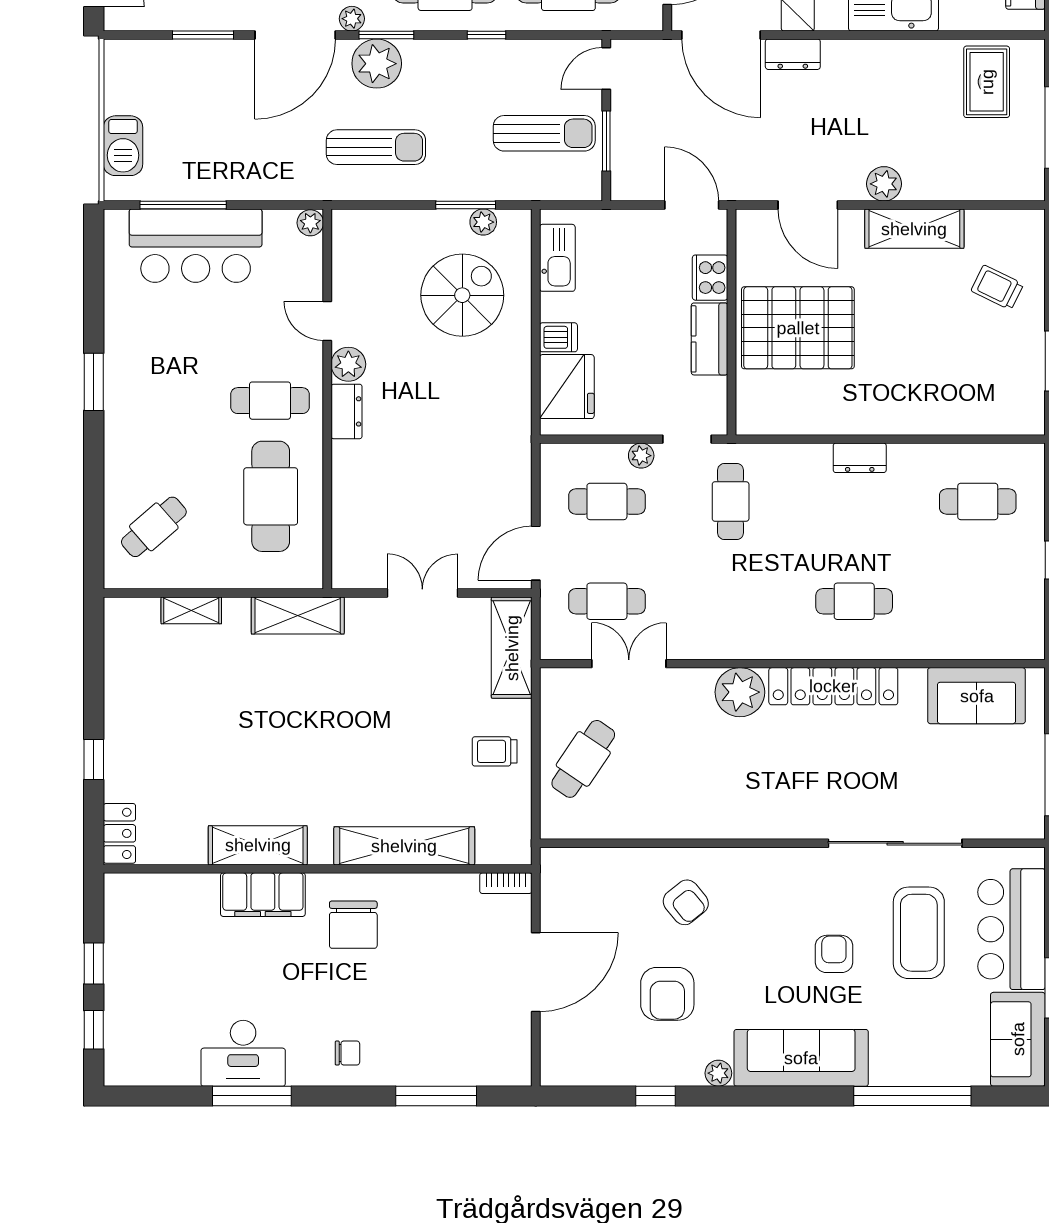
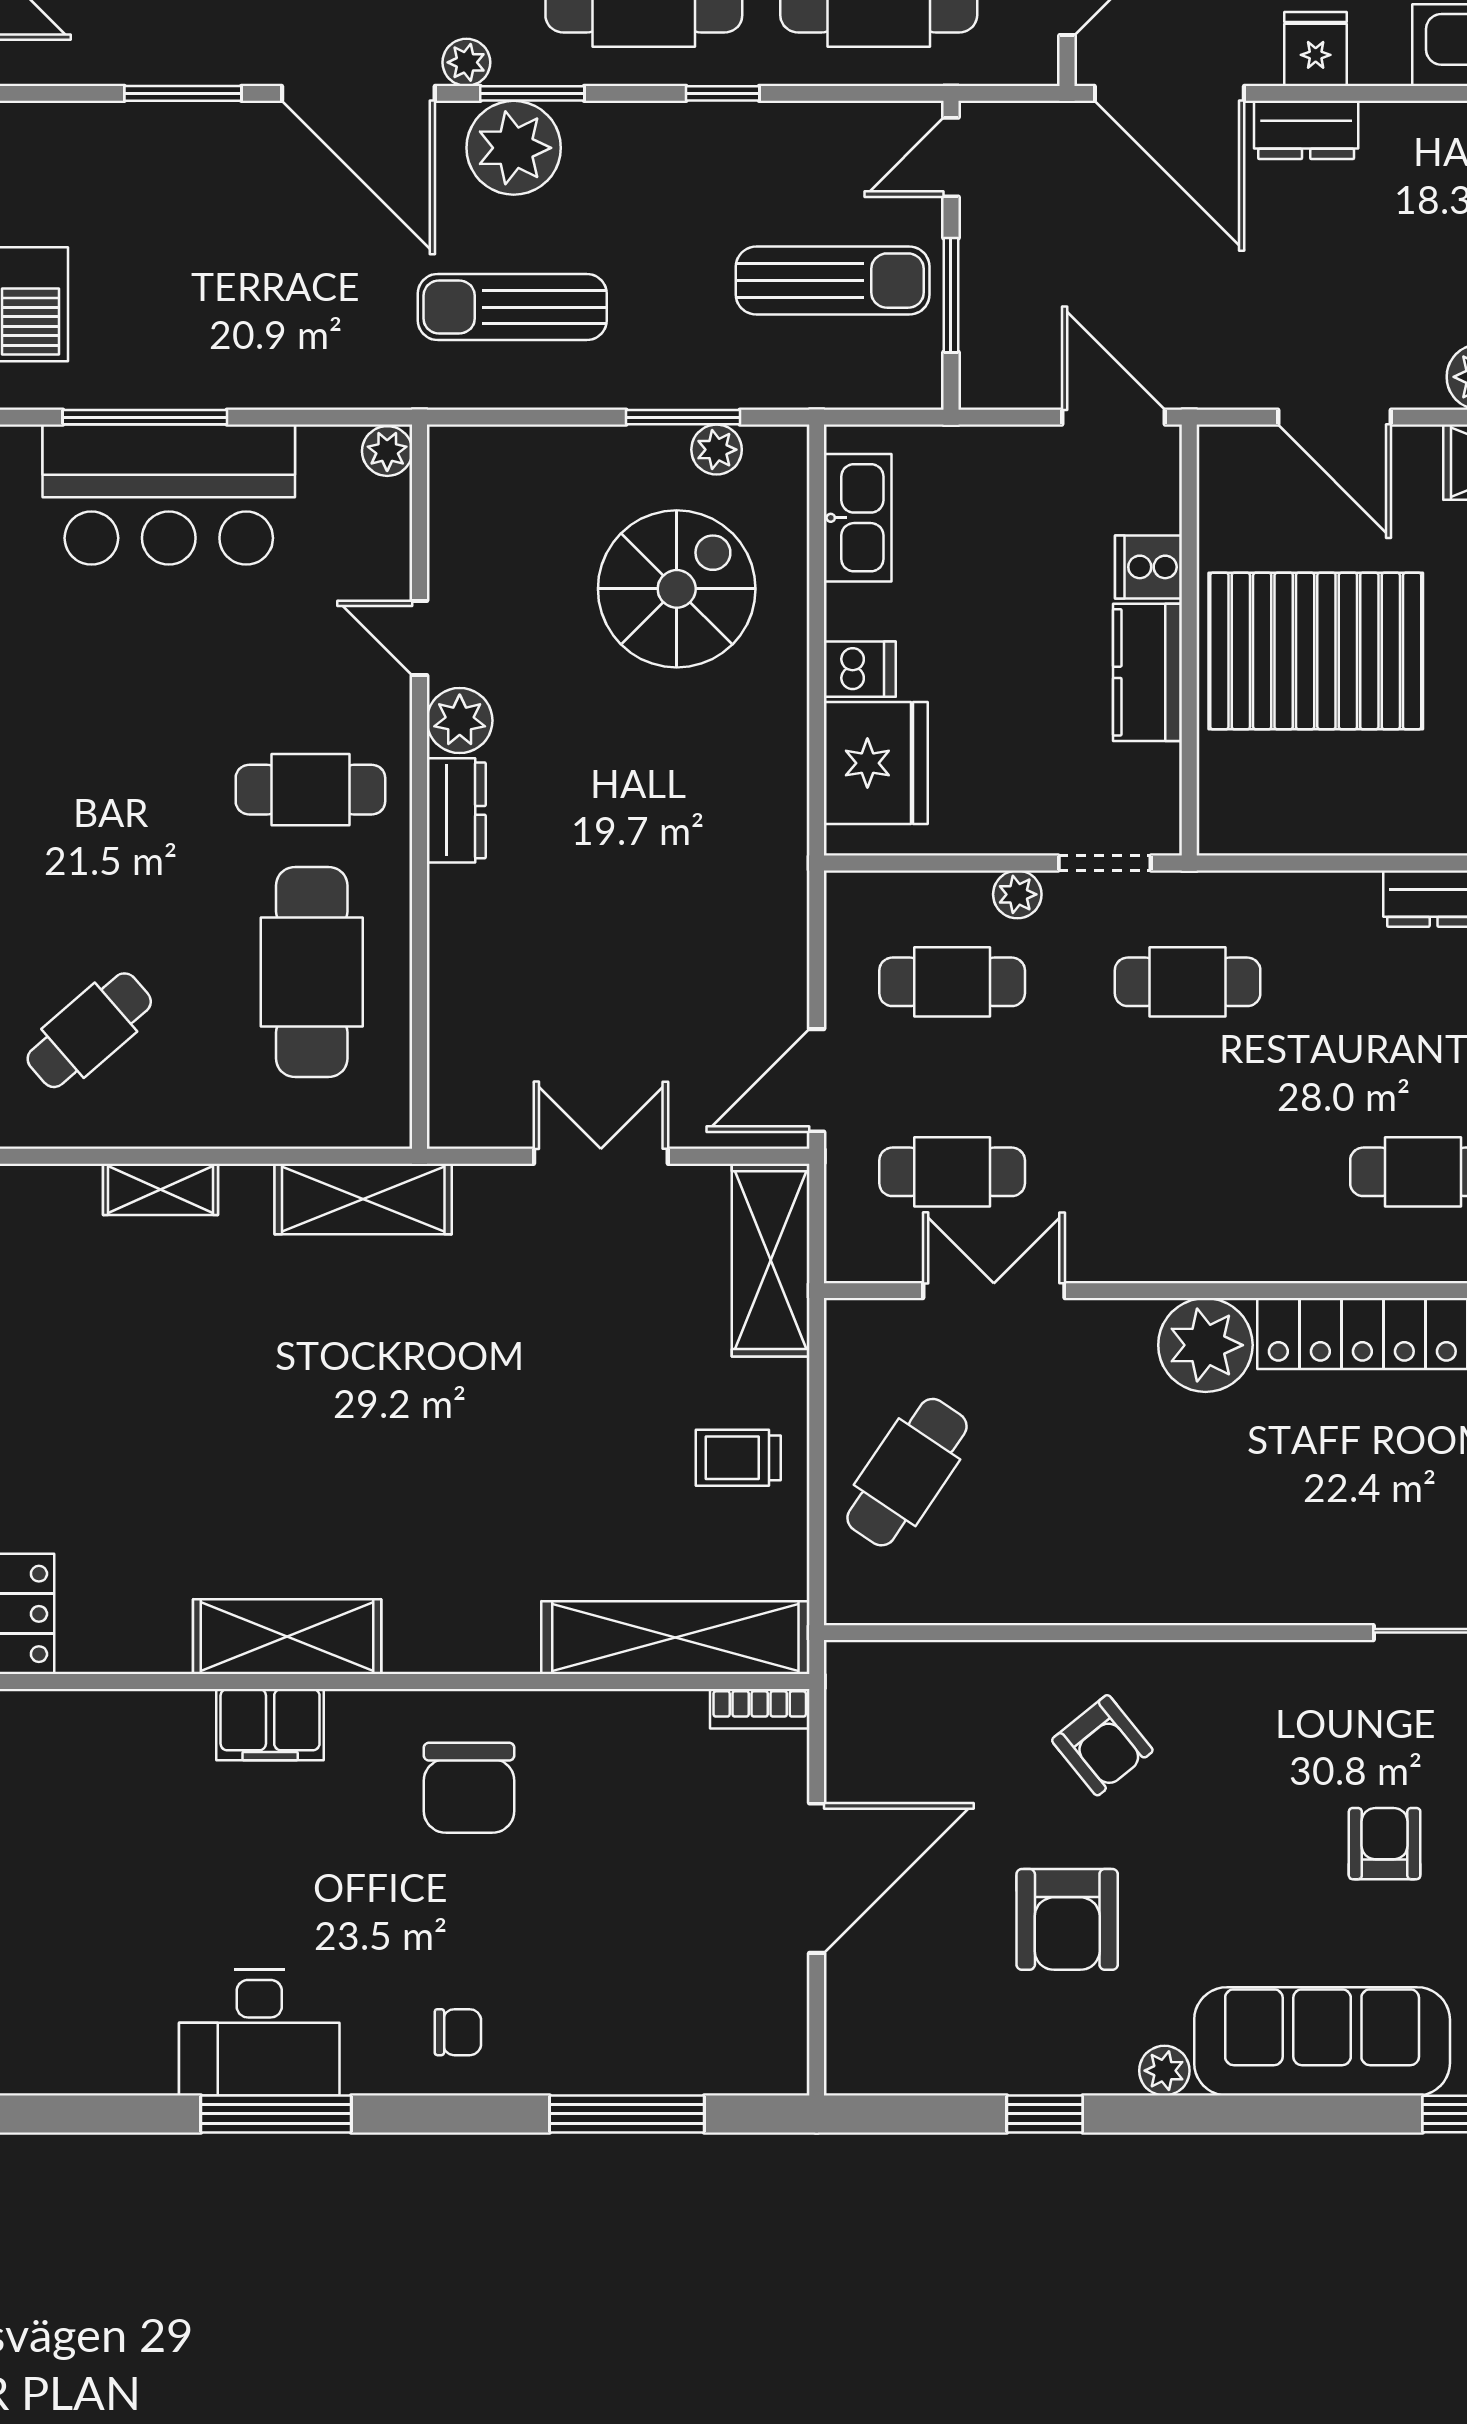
door: (295, 35) -> (358, 93), hinge flipped
sun lounger: (376, 147) -> (512, 307), turned 180
cooker: (710, 278) -> (1148, 567), width x0.73
cafe table: (731, 501) -> (1188, 982), turned 90
shelving: (404, 846) -> (675, 1638), moved
filing cabinet: (263, 895) -> (270, 1725), width x0.67, depth x0.86

